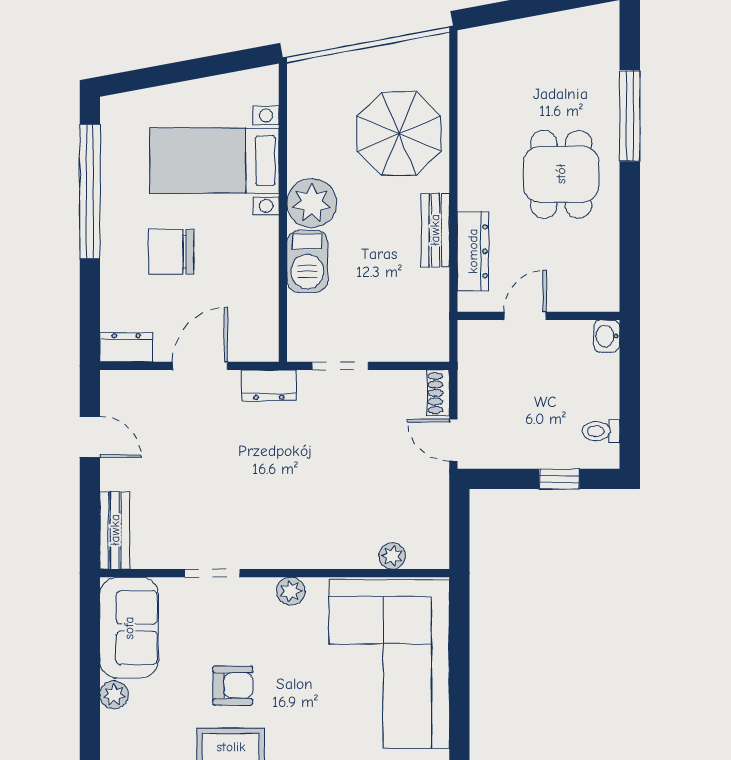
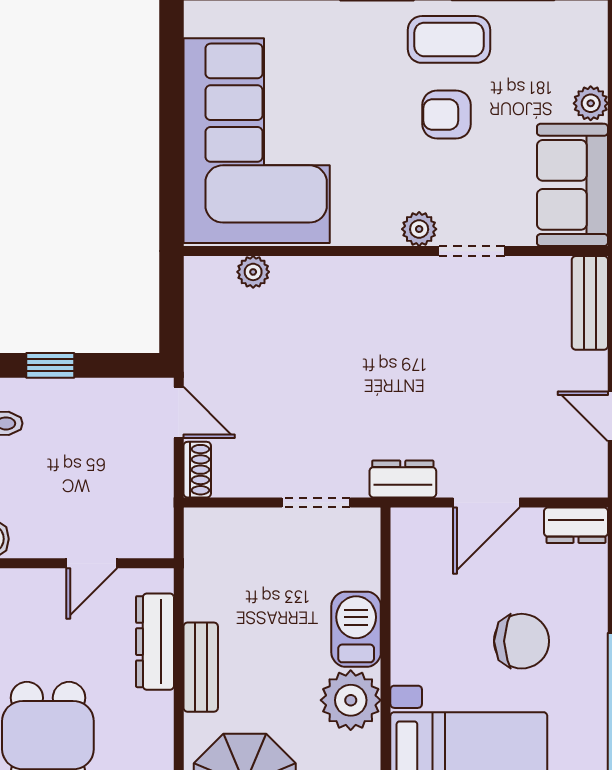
plant: (291, 591) -> (419, 229), moved

